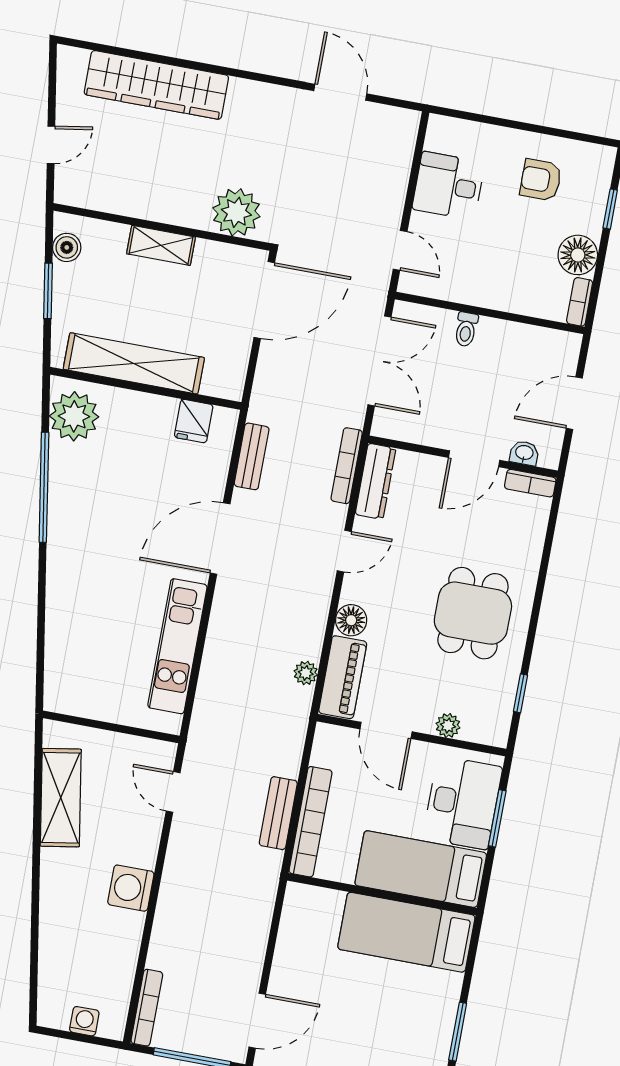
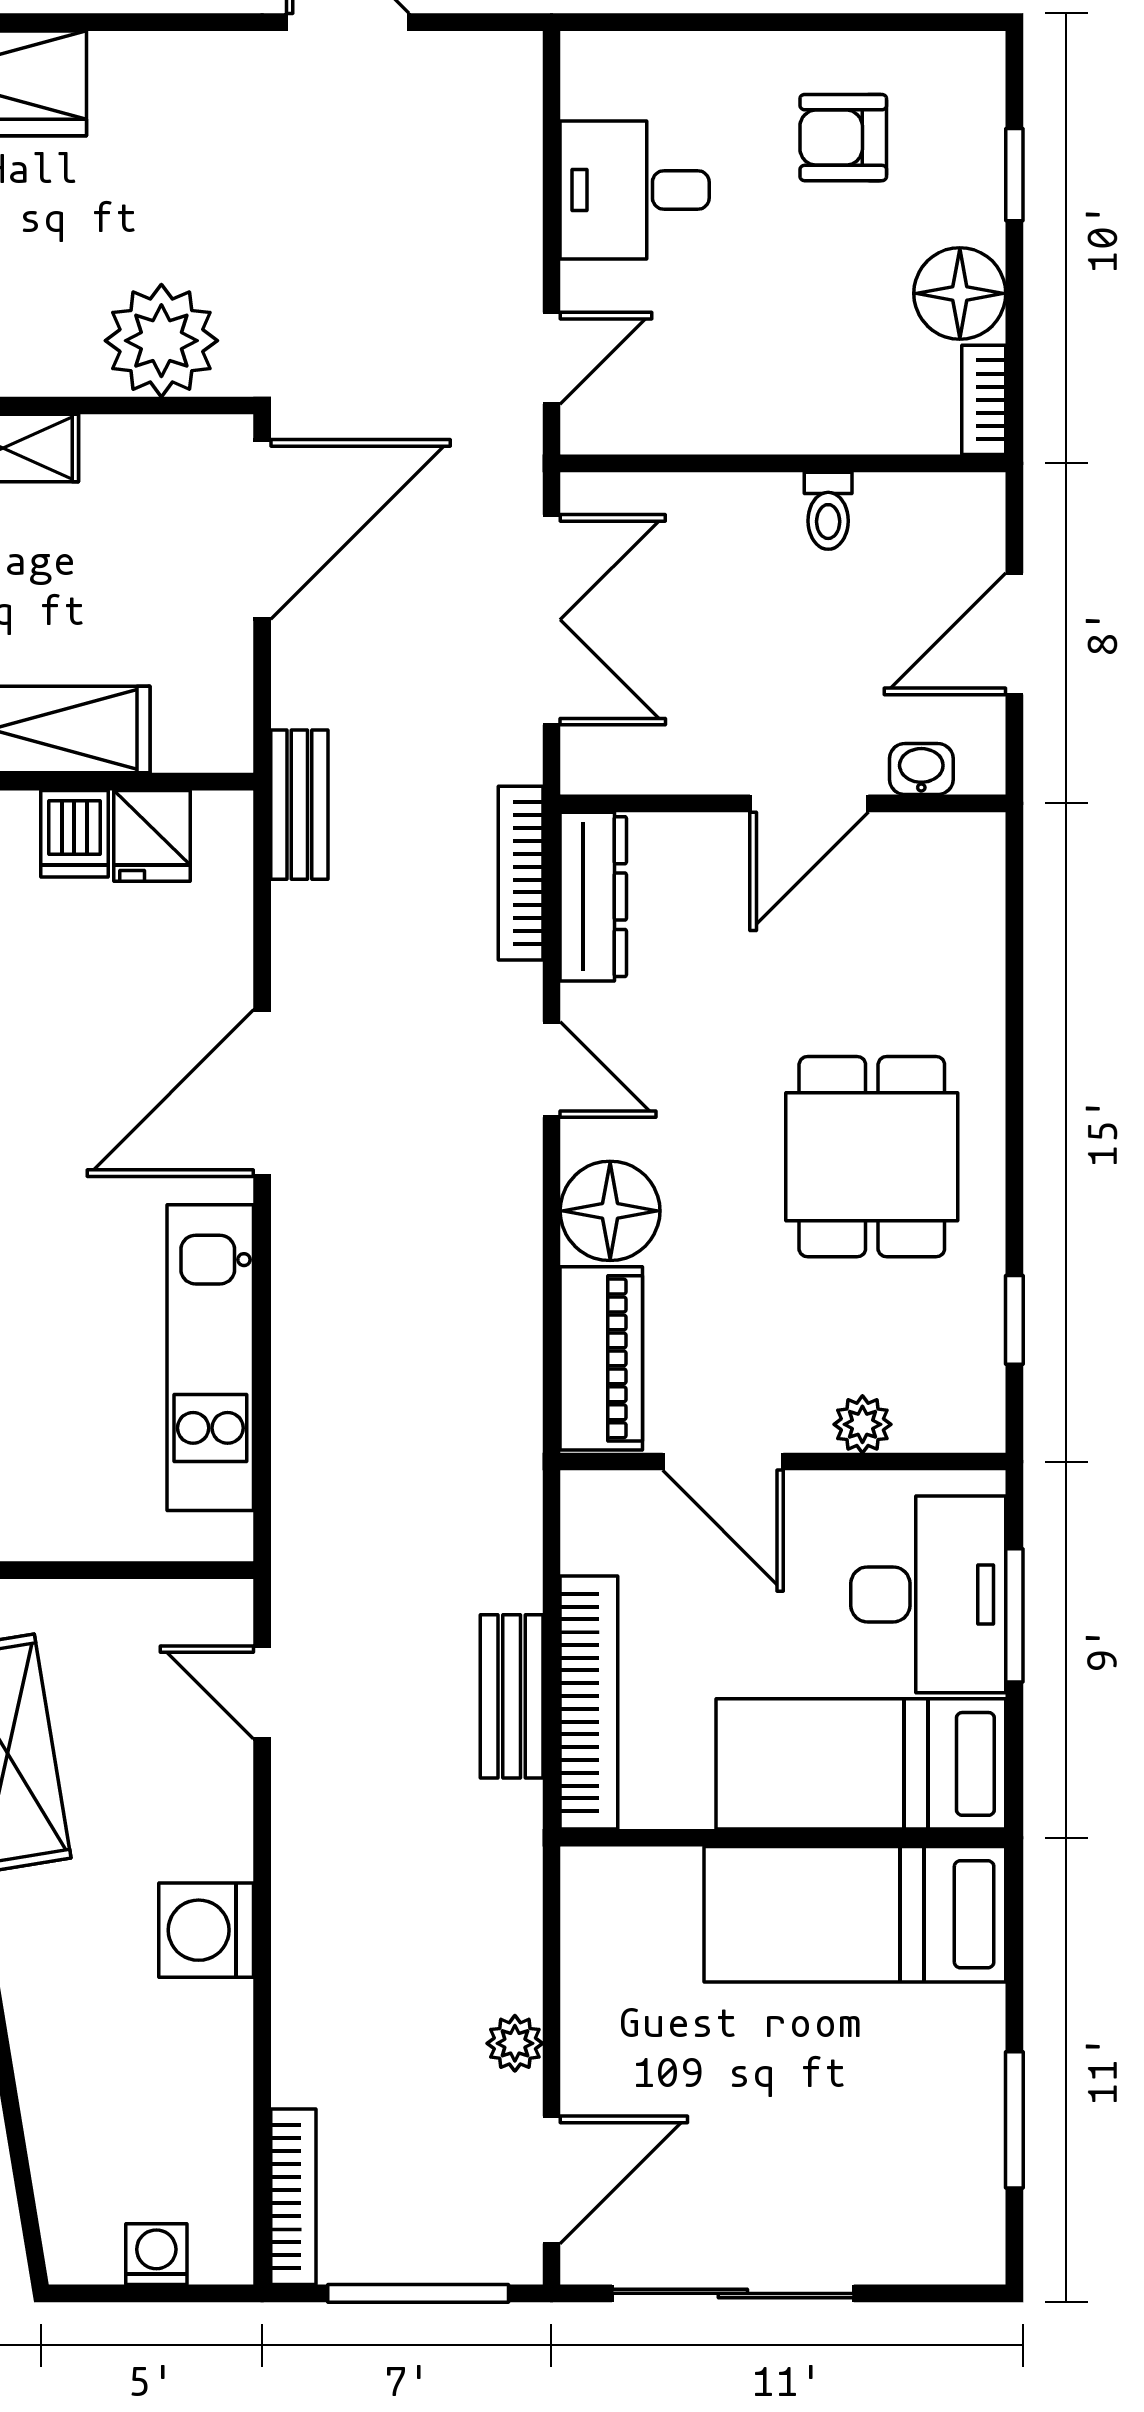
door: (400, 250) -> (551, 358), hinge flipped
toilet: (466, 329) -> (828, 511), moved
dishwasher: (161, 414) -> (74, 834), added
bench: (252, 456) -> (299, 805), moved
bookcase: (530, 483) -> (948, 835), removed
door: (344, 551) -> (551, 1069), hinge flipped
floor lamp: (351, 620) -> (610, 1211), width x1.38, depth x1.38
plant: (306, 673) -> (515, 2043), moved

